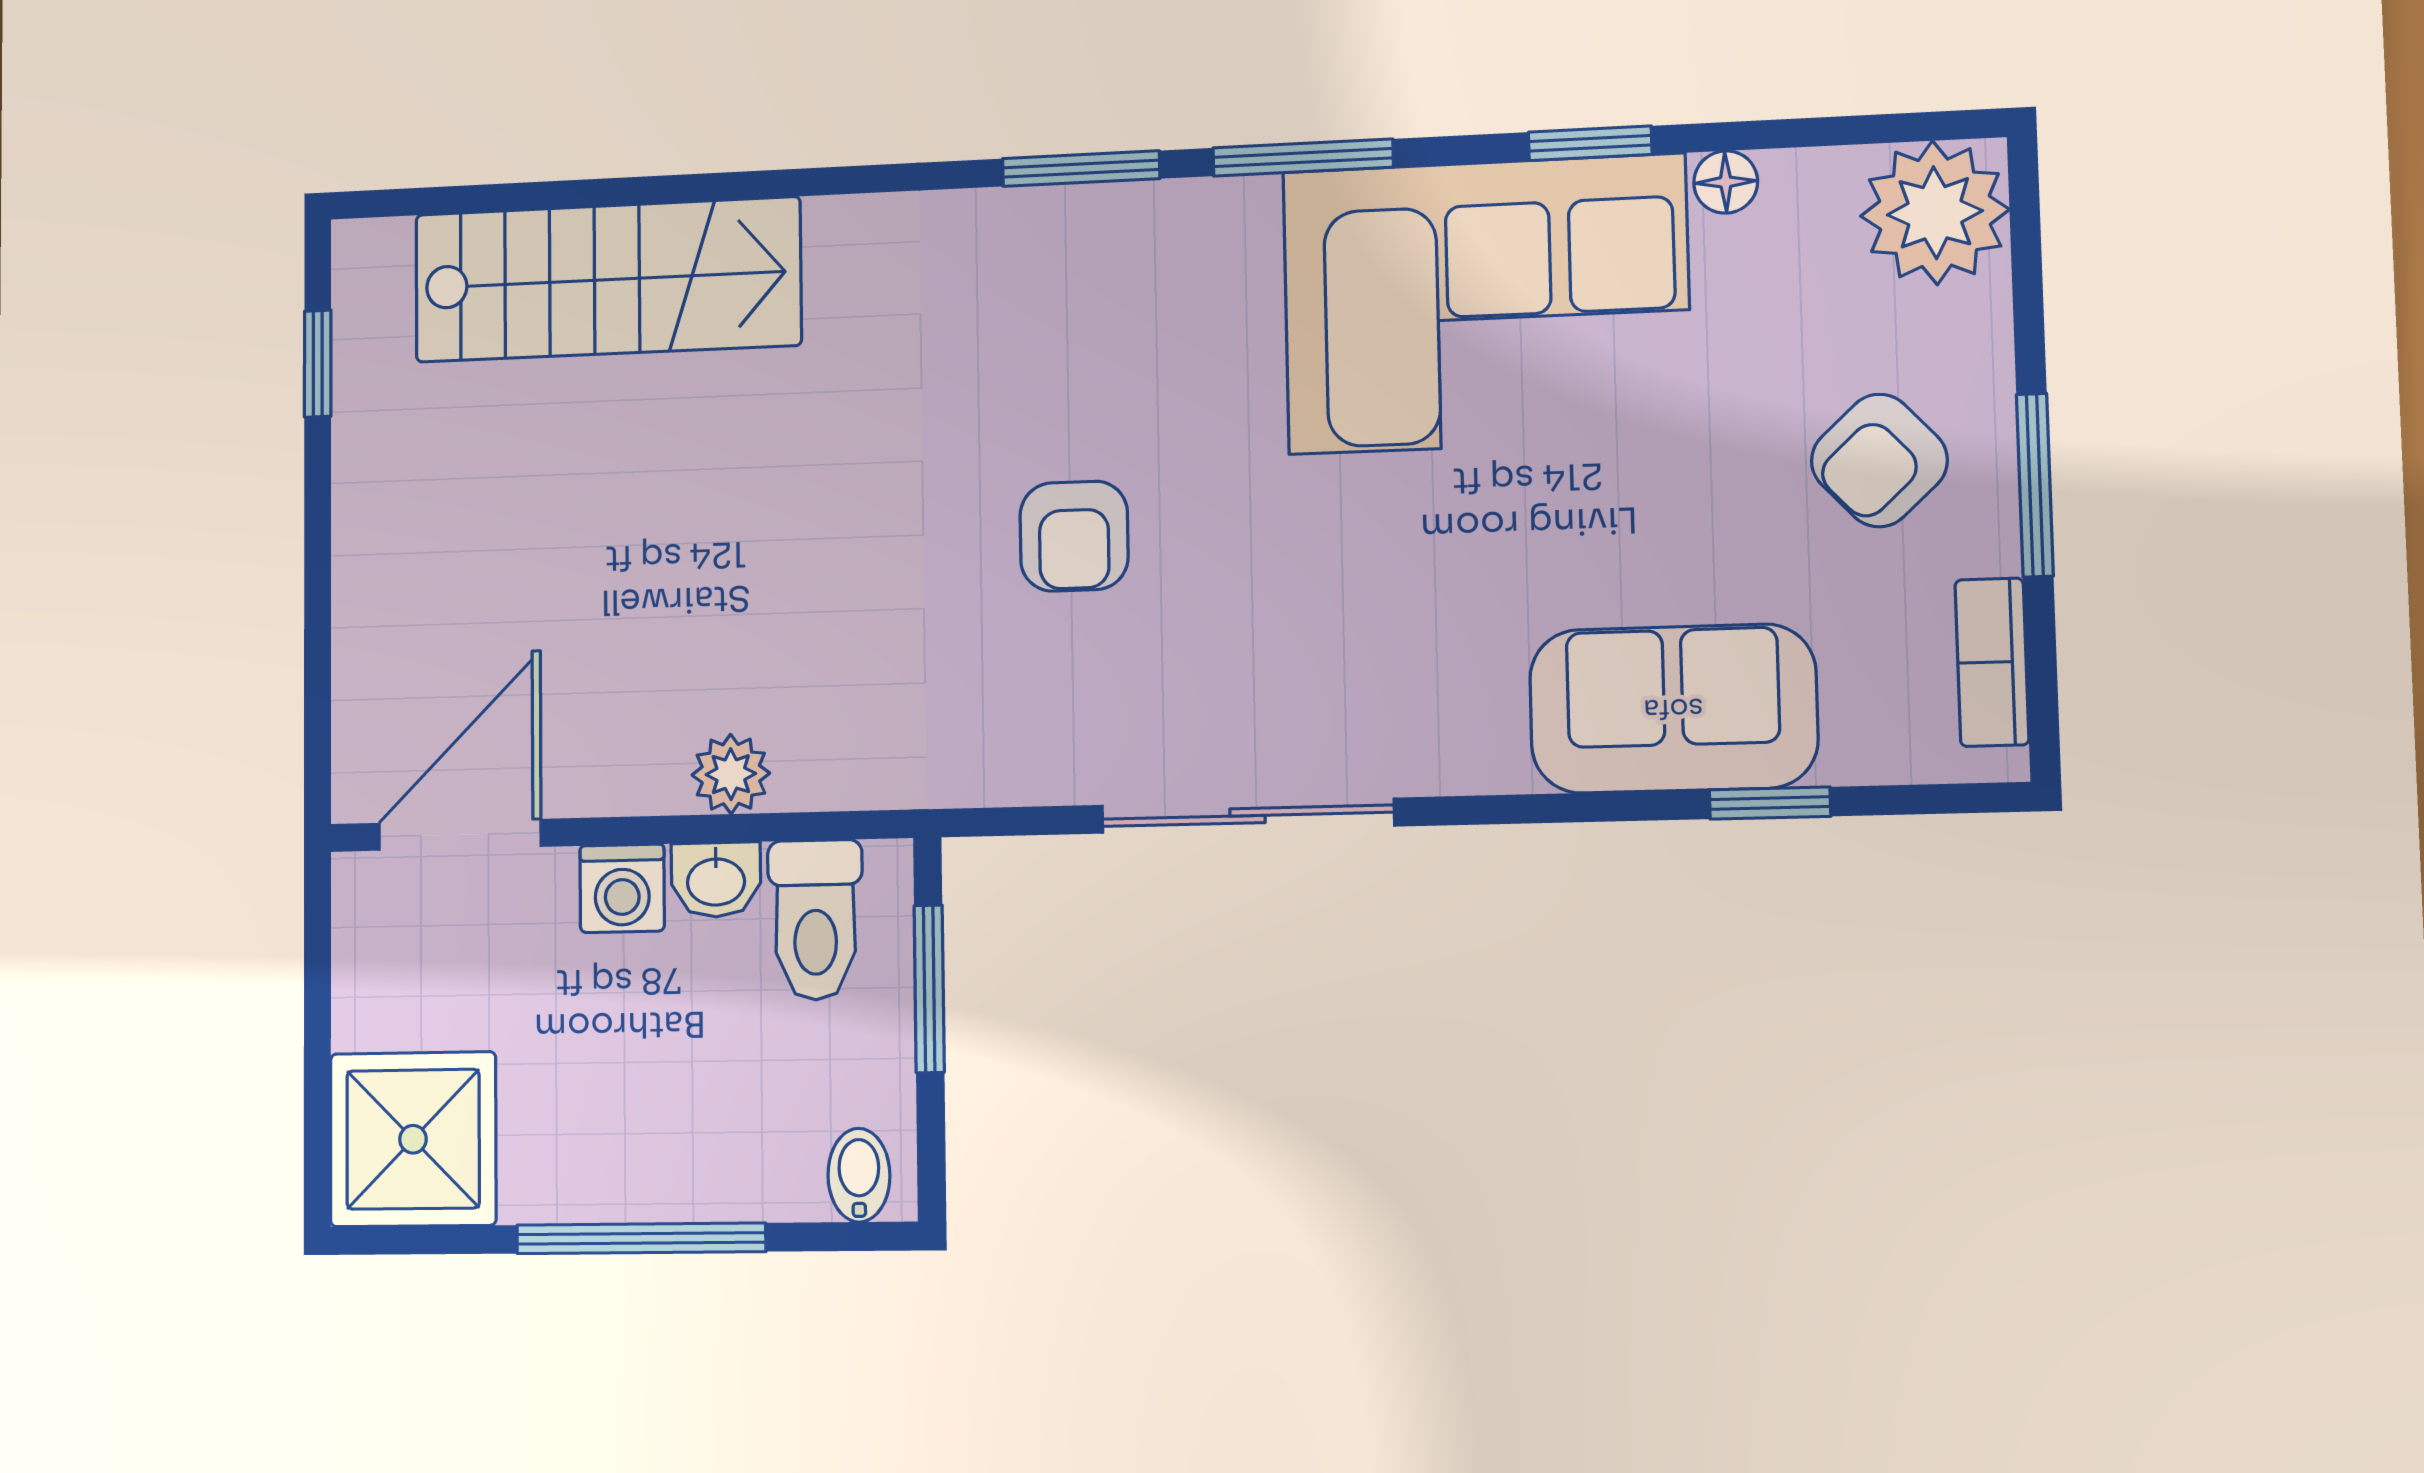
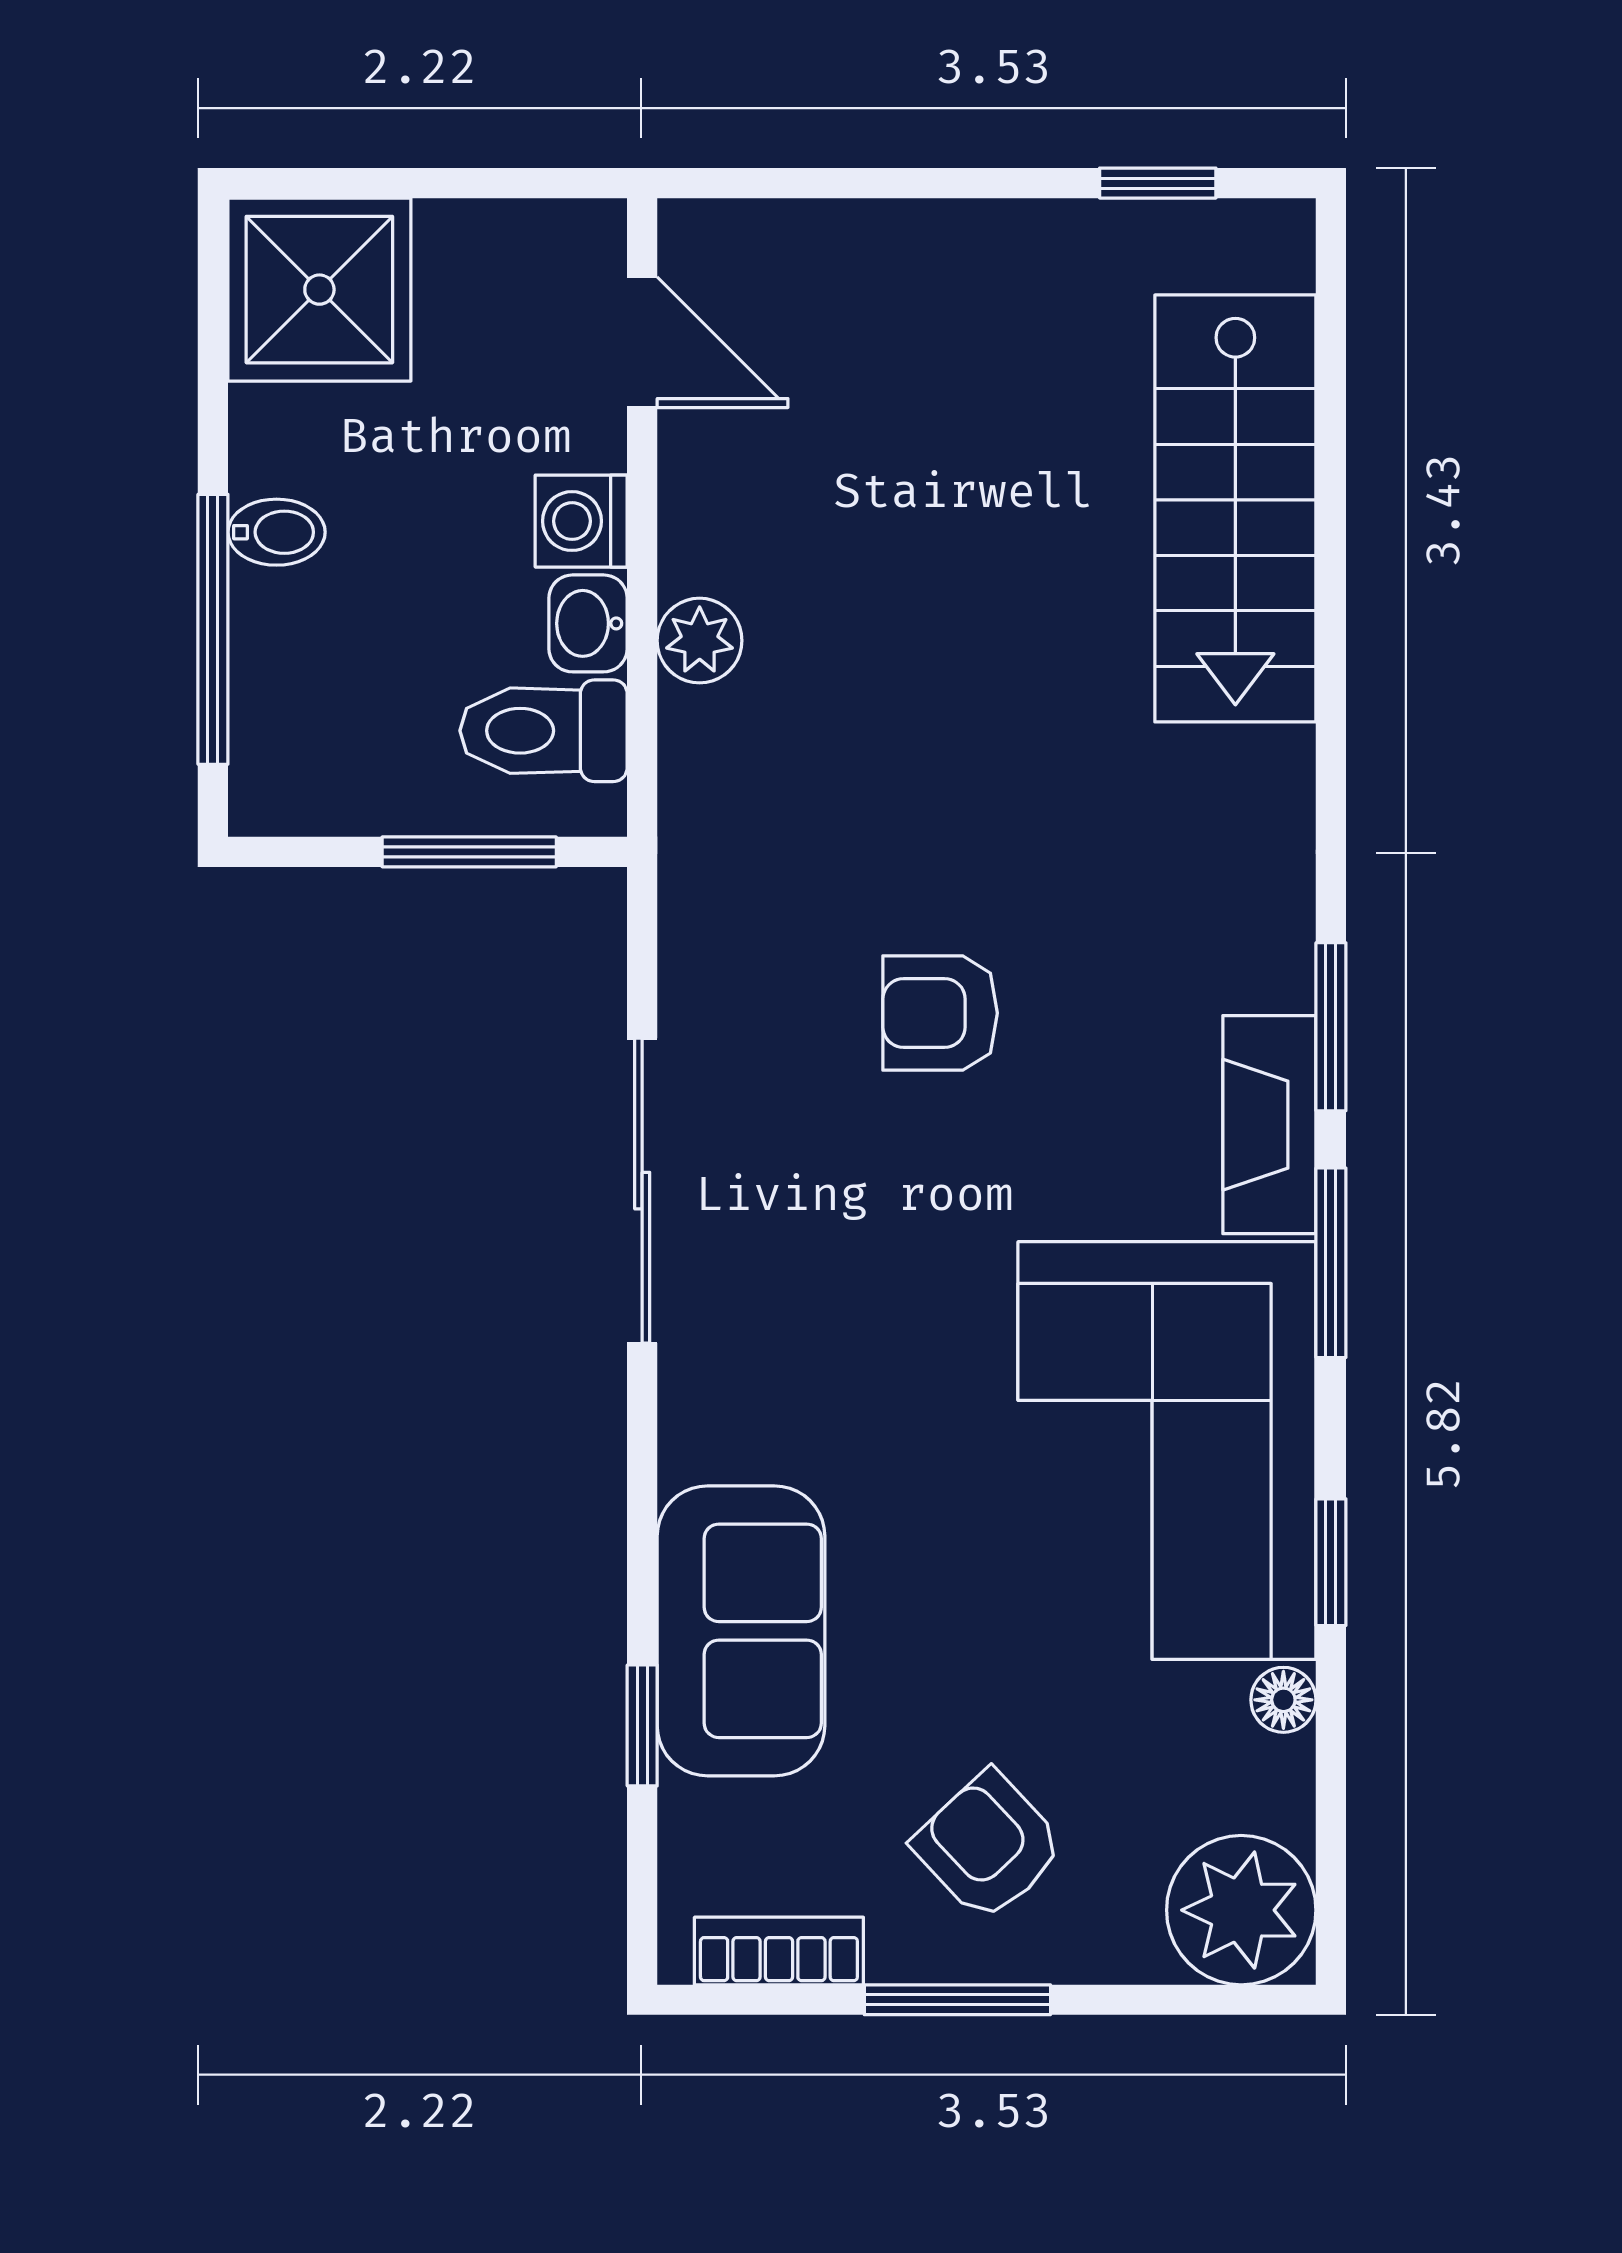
fireplace: (1174, 222) -> (1269, 1125), added
door: (460, 835) -> (642, 342), width x0.73
bidet: (859, 1175) -> (277, 532), moved
window: (641, 1238) -> (213, 629), moved

